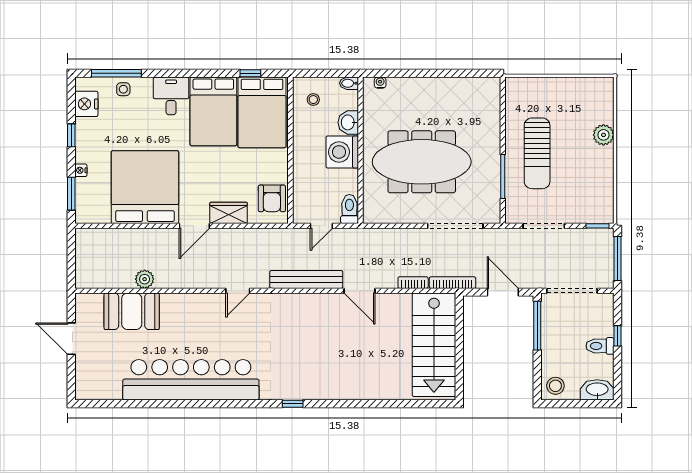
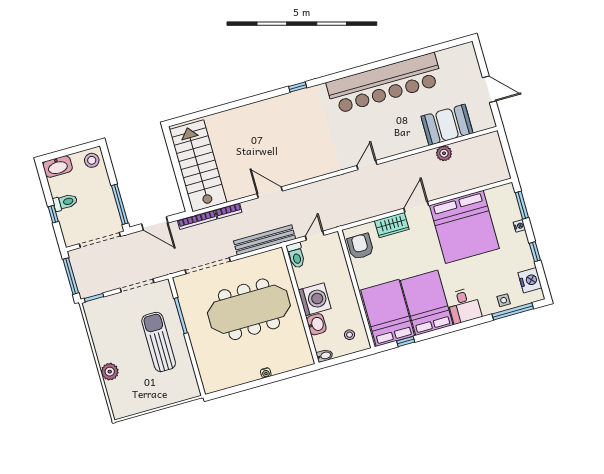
water cooler: (380, 83) -> (266, 373), moved
bench: (306, 279) -> (265, 240), moved

